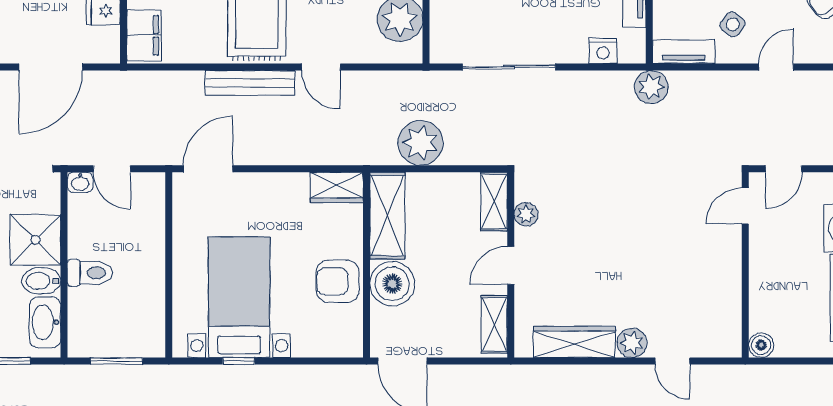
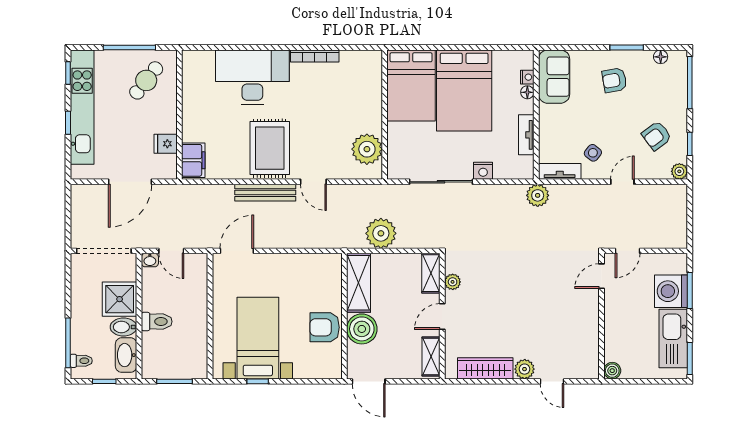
nightstand: (603, 51) -> (483, 171), moved
wardrobe: (337, 187) -> (324, 264), removed

